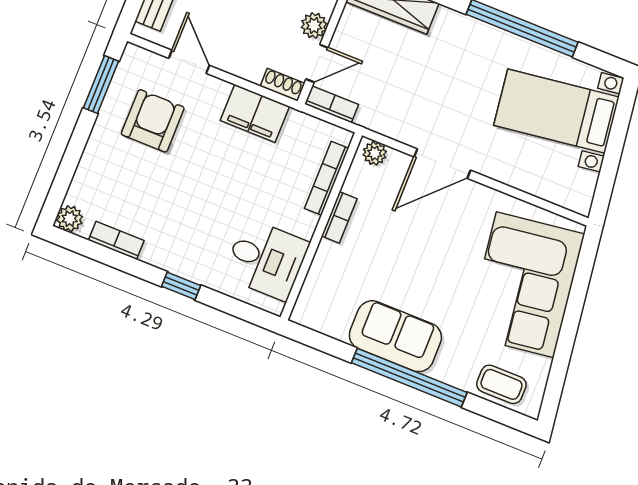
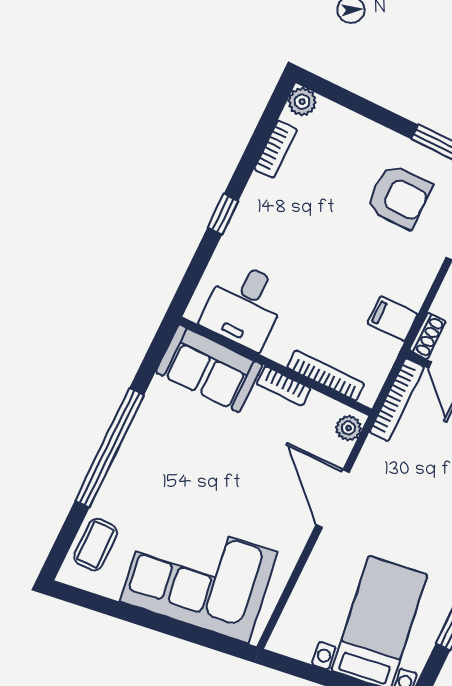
bookcase: (332, 104) -> (397, 400), width x1.56
filing cabinet: (255, 113) -> (393, 319), width x0.50
sofa: (395, 336) -> (209, 368), moved, turned 90

